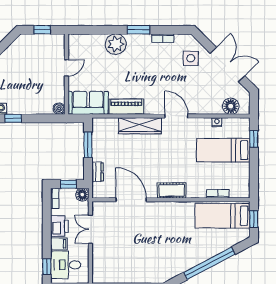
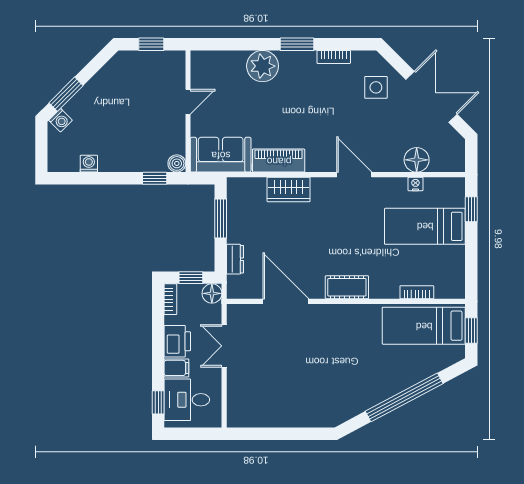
floor lamp: (231, 106) -> (417, 160), moved
window: (13, 118) -> (155, 178), moved
wardrobe: (140, 126) -> (289, 189), width x0.67

